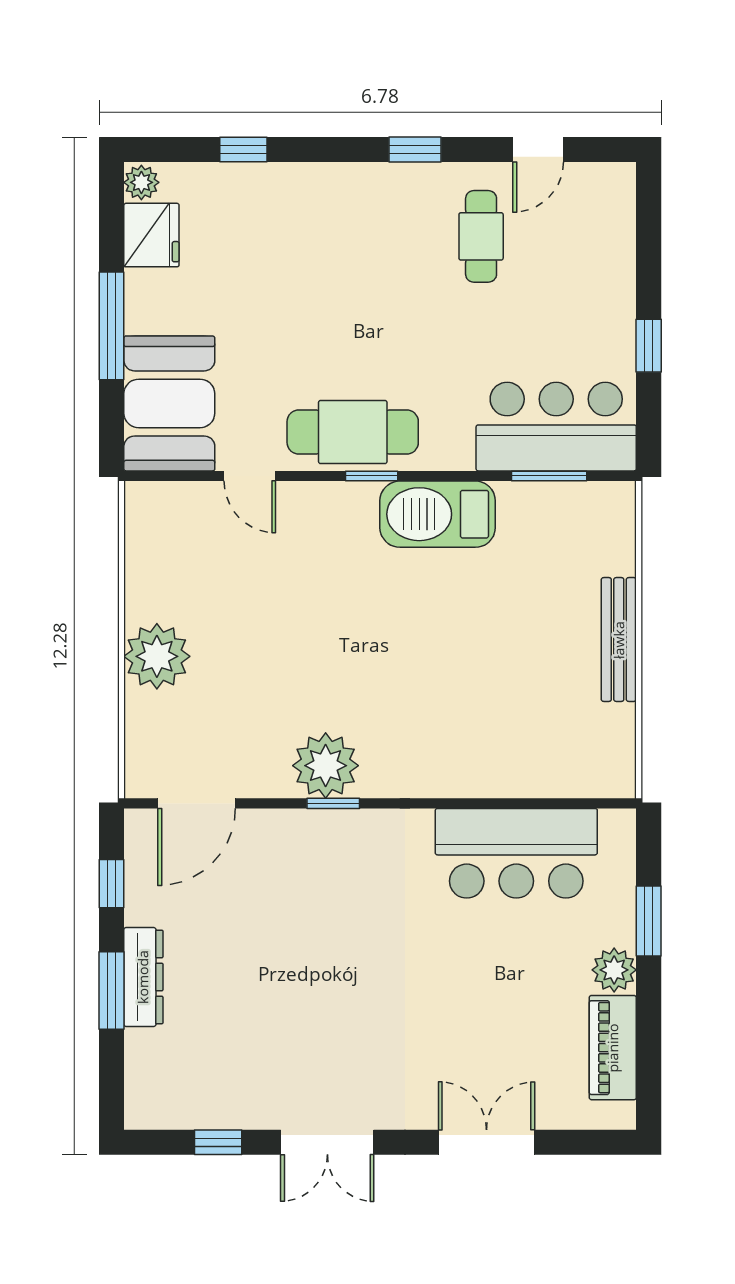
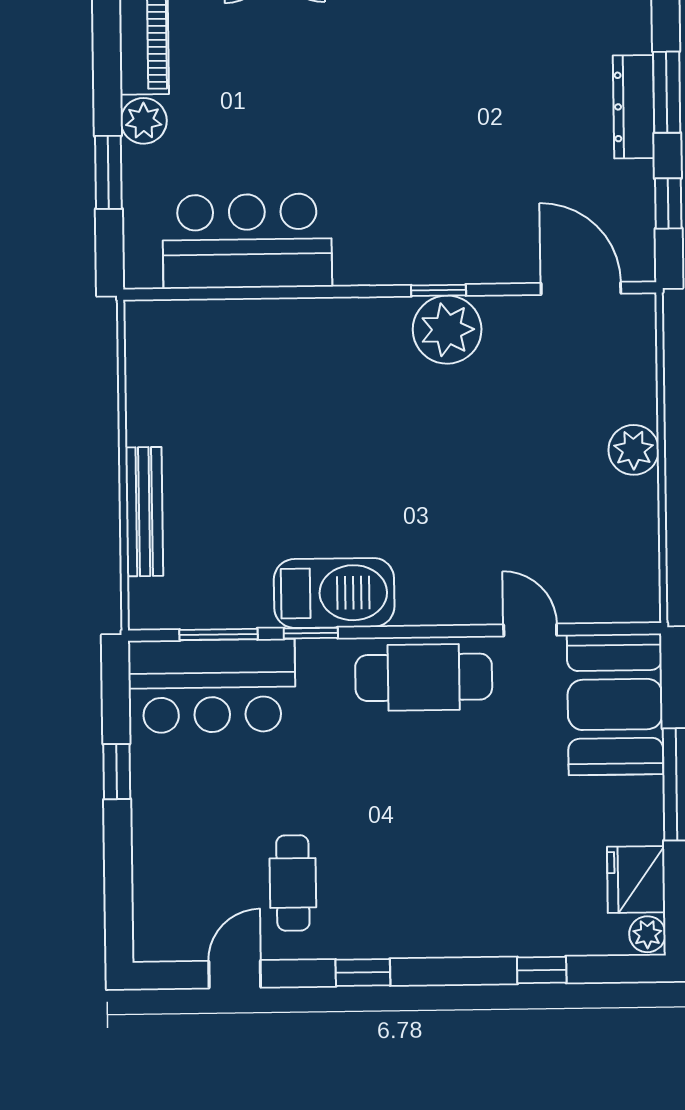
window: (372, 476) -> (311, 633), moved
bench: (619, 640) -> (144, 512), moved
plant: (157, 656) -> (634, 450), width x0.73, depth x0.73
door: (197, 803) -> (581, 288), hinge flipped

